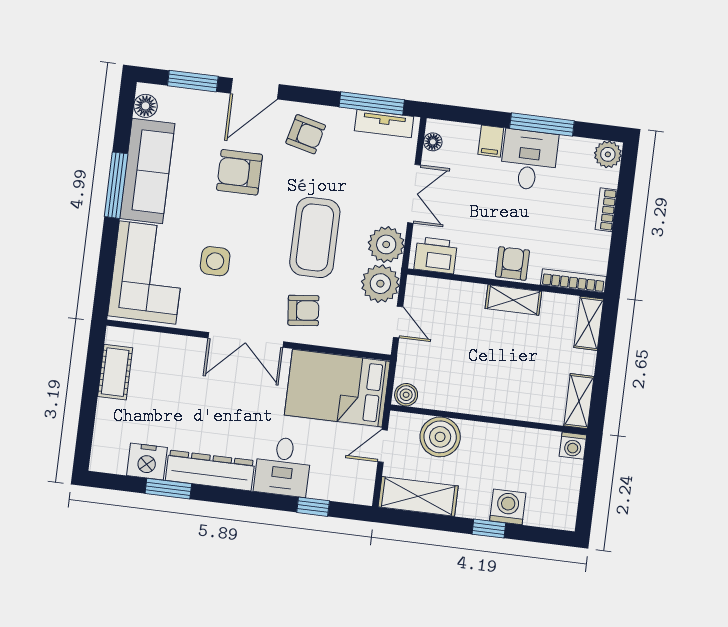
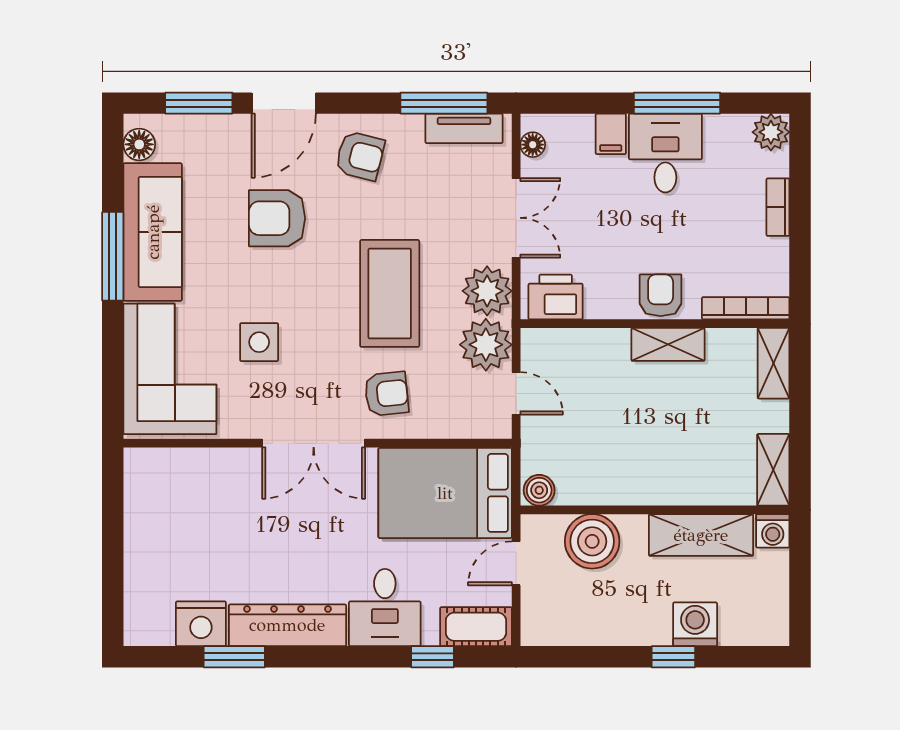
cot: (115, 372) -> (476, 627), moved, turned 90
shelving: (418, 496) -> (701, 535), moved

